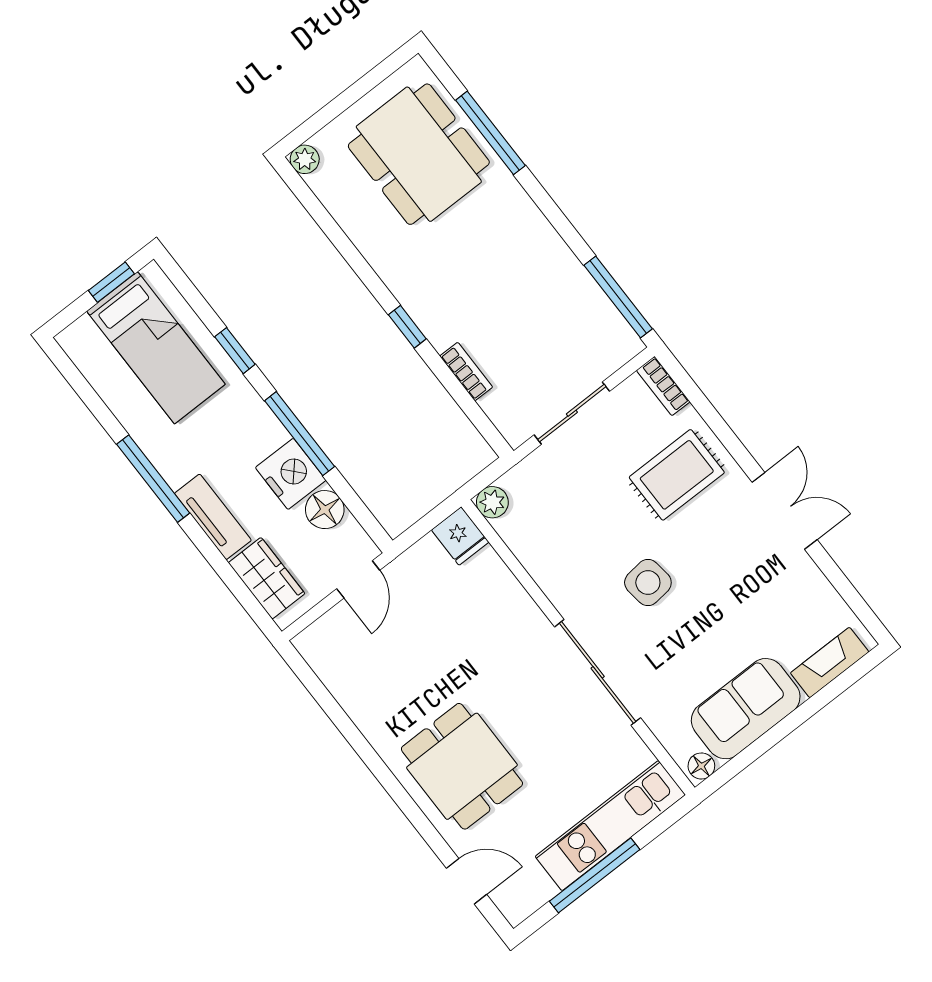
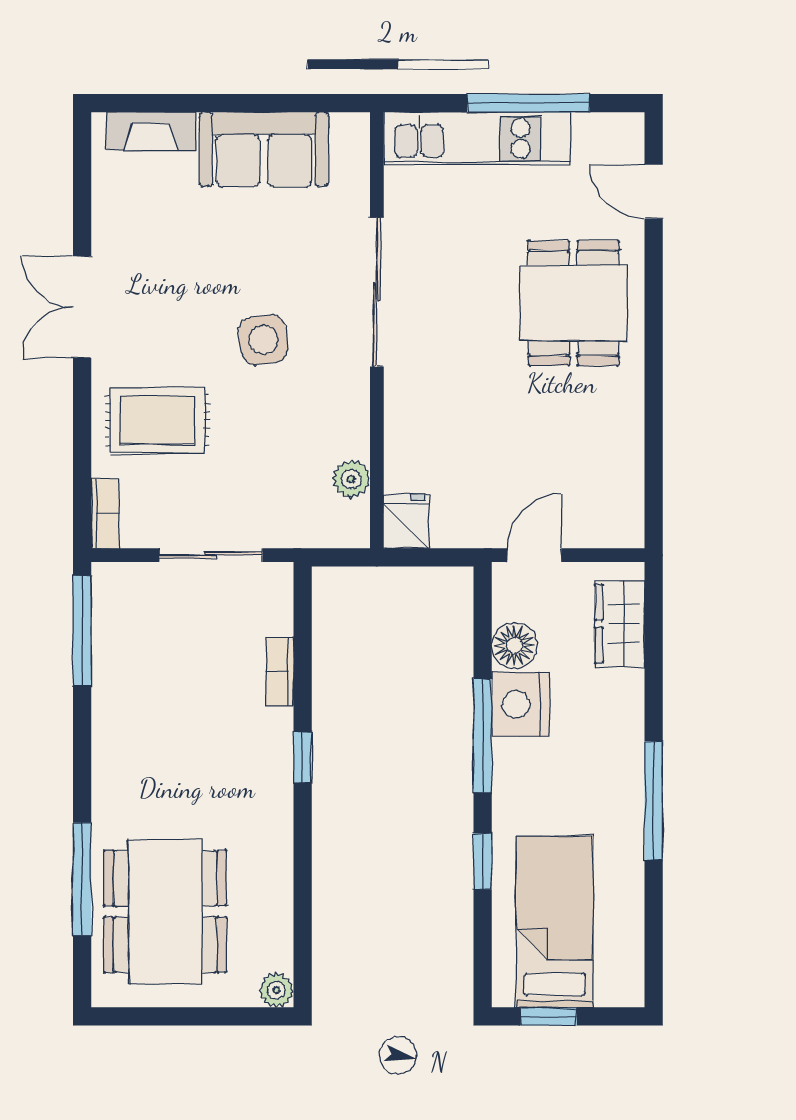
plant: (492, 502) -> (351, 479), moved
tv unit: (213, 517) -> (625, 721), removed
floor lamp: (701, 766) -> (348, 128), removed

